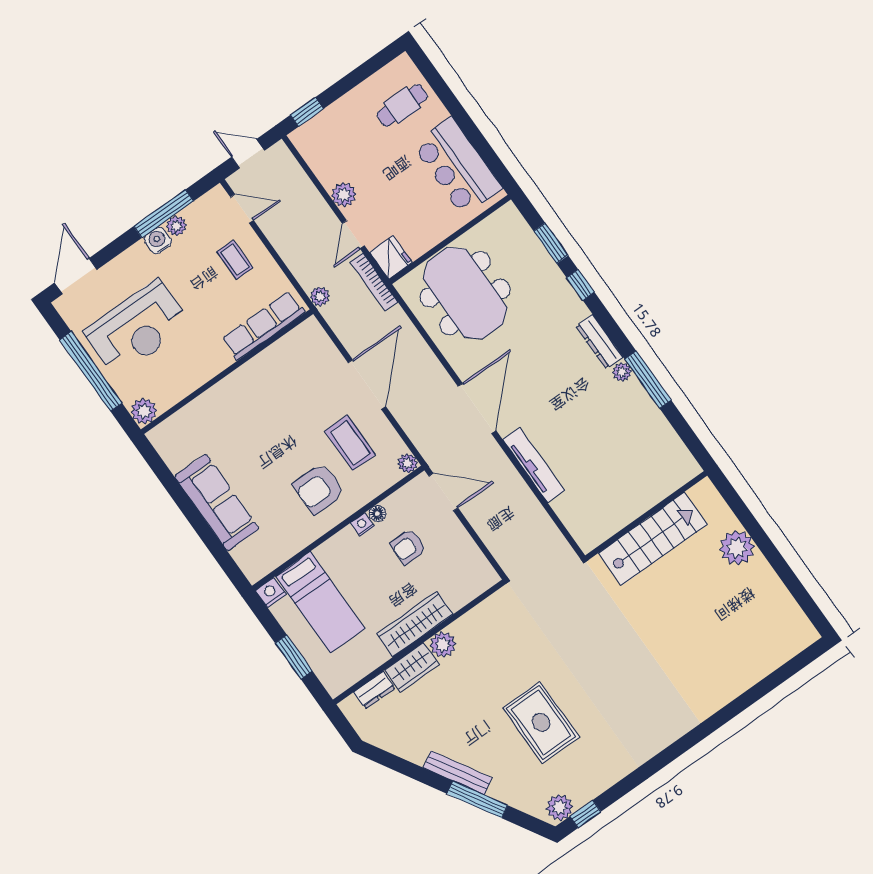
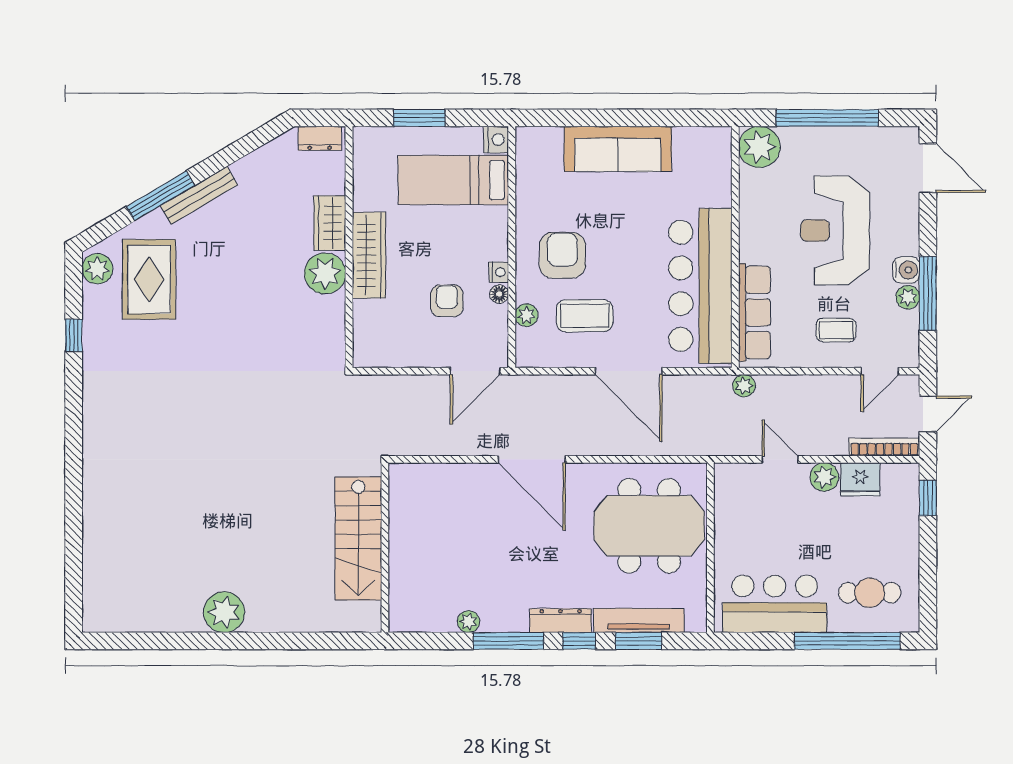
window: (447, 97) -> (847, 641), added
cafe table: (402, 105) -> (870, 593), turned 90
fridge: (391, 257) -> (860, 479), moved
bookcase: (374, 282) -> (884, 447), moved
reception desk: (137, 328) -> (835, 230), moved
dresser: (599, 342) -> (561, 621), moved
bar counter: (272, 377) -> (700, 286), added
window: (648, 380) -> (508, 641), moved
plant: (144, 411) -> (759, 147), width x1.36, depth x1.36
plant: (407, 463) -> (526, 315), moved
tv unit: (534, 465) -> (639, 620), moved, turned 180
wall: (646, 516) -> (385, 548), moved
stairs: (653, 539) -> (358, 539), moved
plant: (443, 645) -> (325, 273), width x1.36, depth x1.36
dresser: (374, 690) -> (320, 138), moved, turned -90
rug: (541, 722) -> (149, 279), moved, turned 90
window: (585, 814) -> (74, 335), moved

